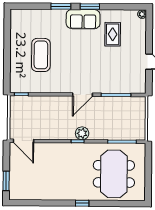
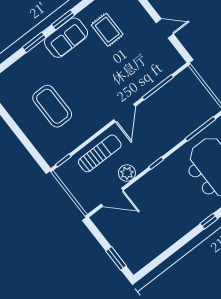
sun lounger: (47, 108) -> (100, 153), added
plant: (82, 133) -> (127, 173), moved
door: (23, 141) -> (112, 197), moved

